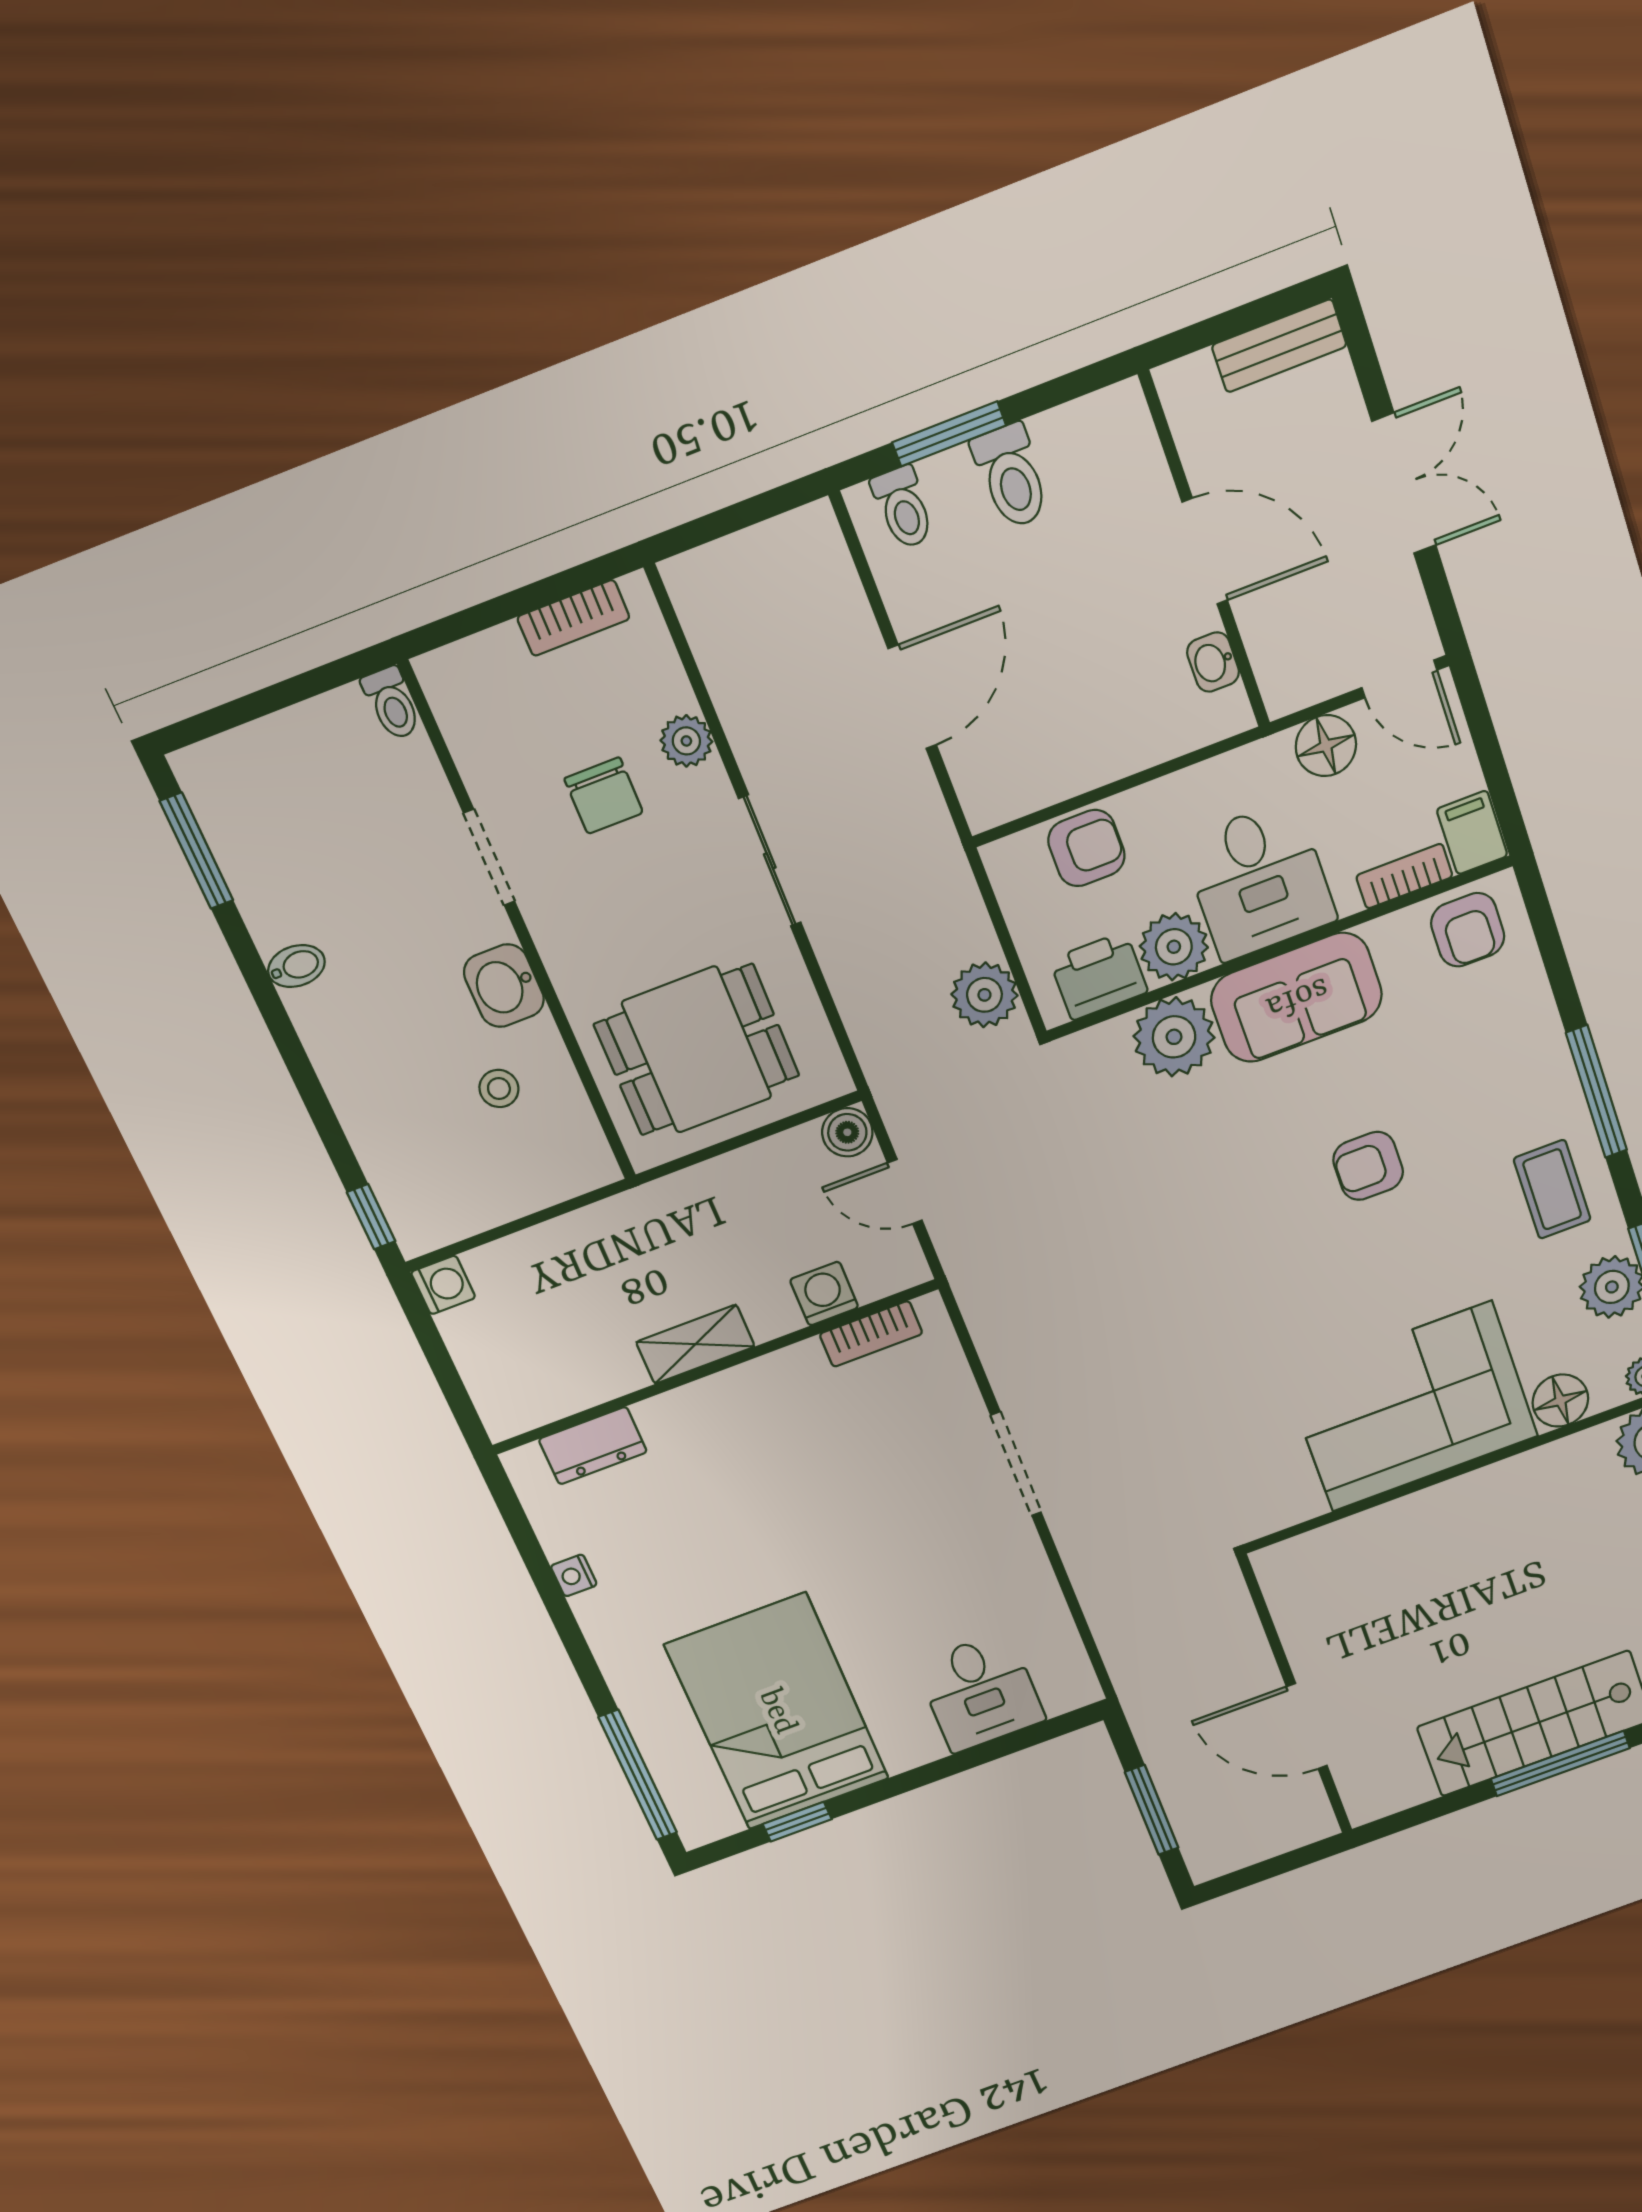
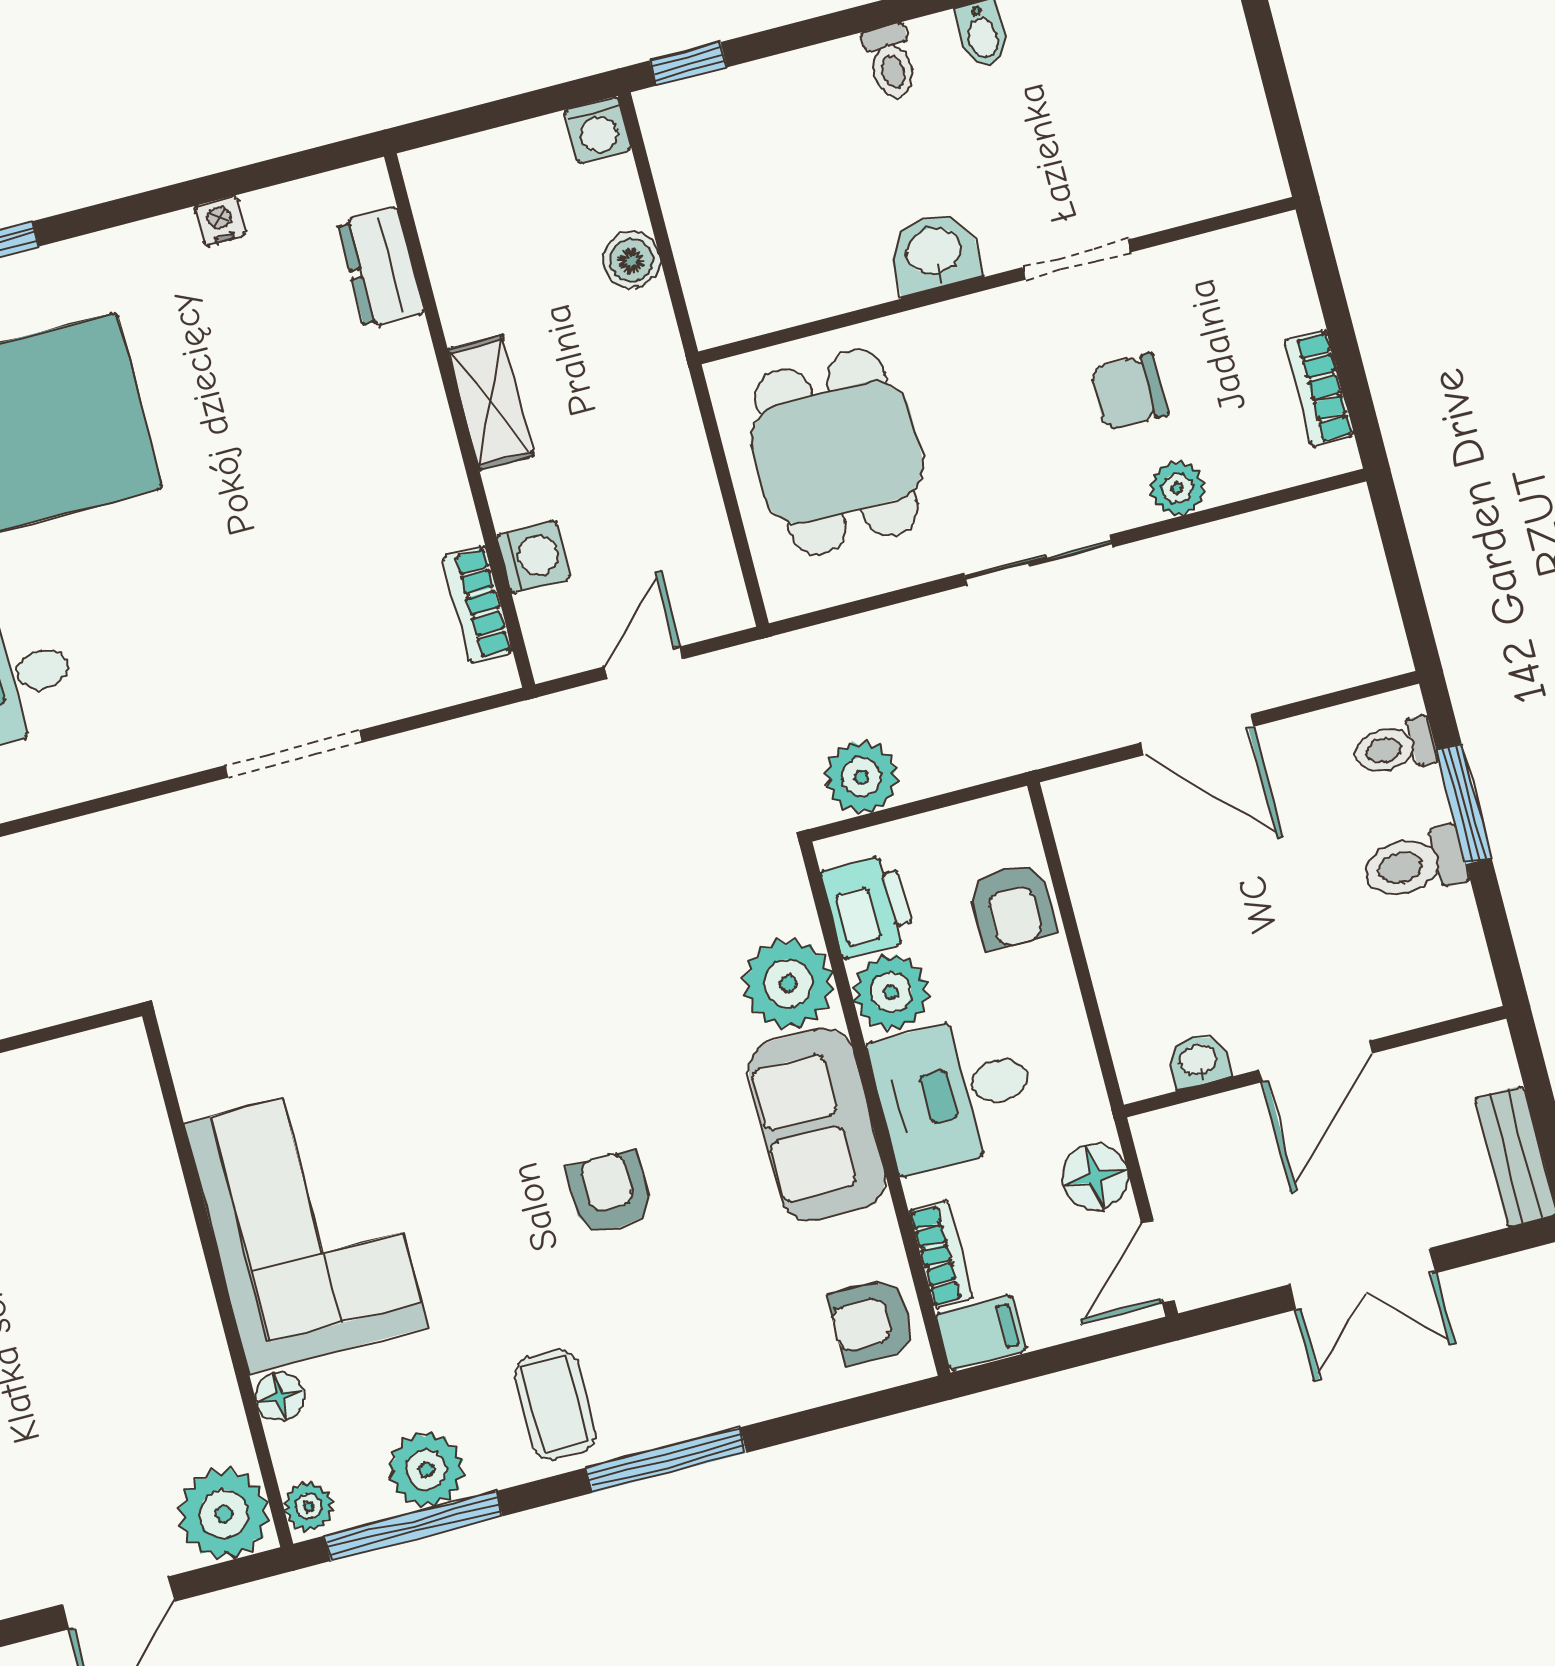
toilet: (392, 703) -> (891, 62), moved, turned -90
stool: (499, 1089) -> (819, 229), removed
boiler: (847, 1132) -> (631, 260), moved
coffee table: (1552, 1189) -> (555, 1404), turned 90
floor lamp: (1560, 1401) -> (280, 1396), width x0.73, depth x0.73

